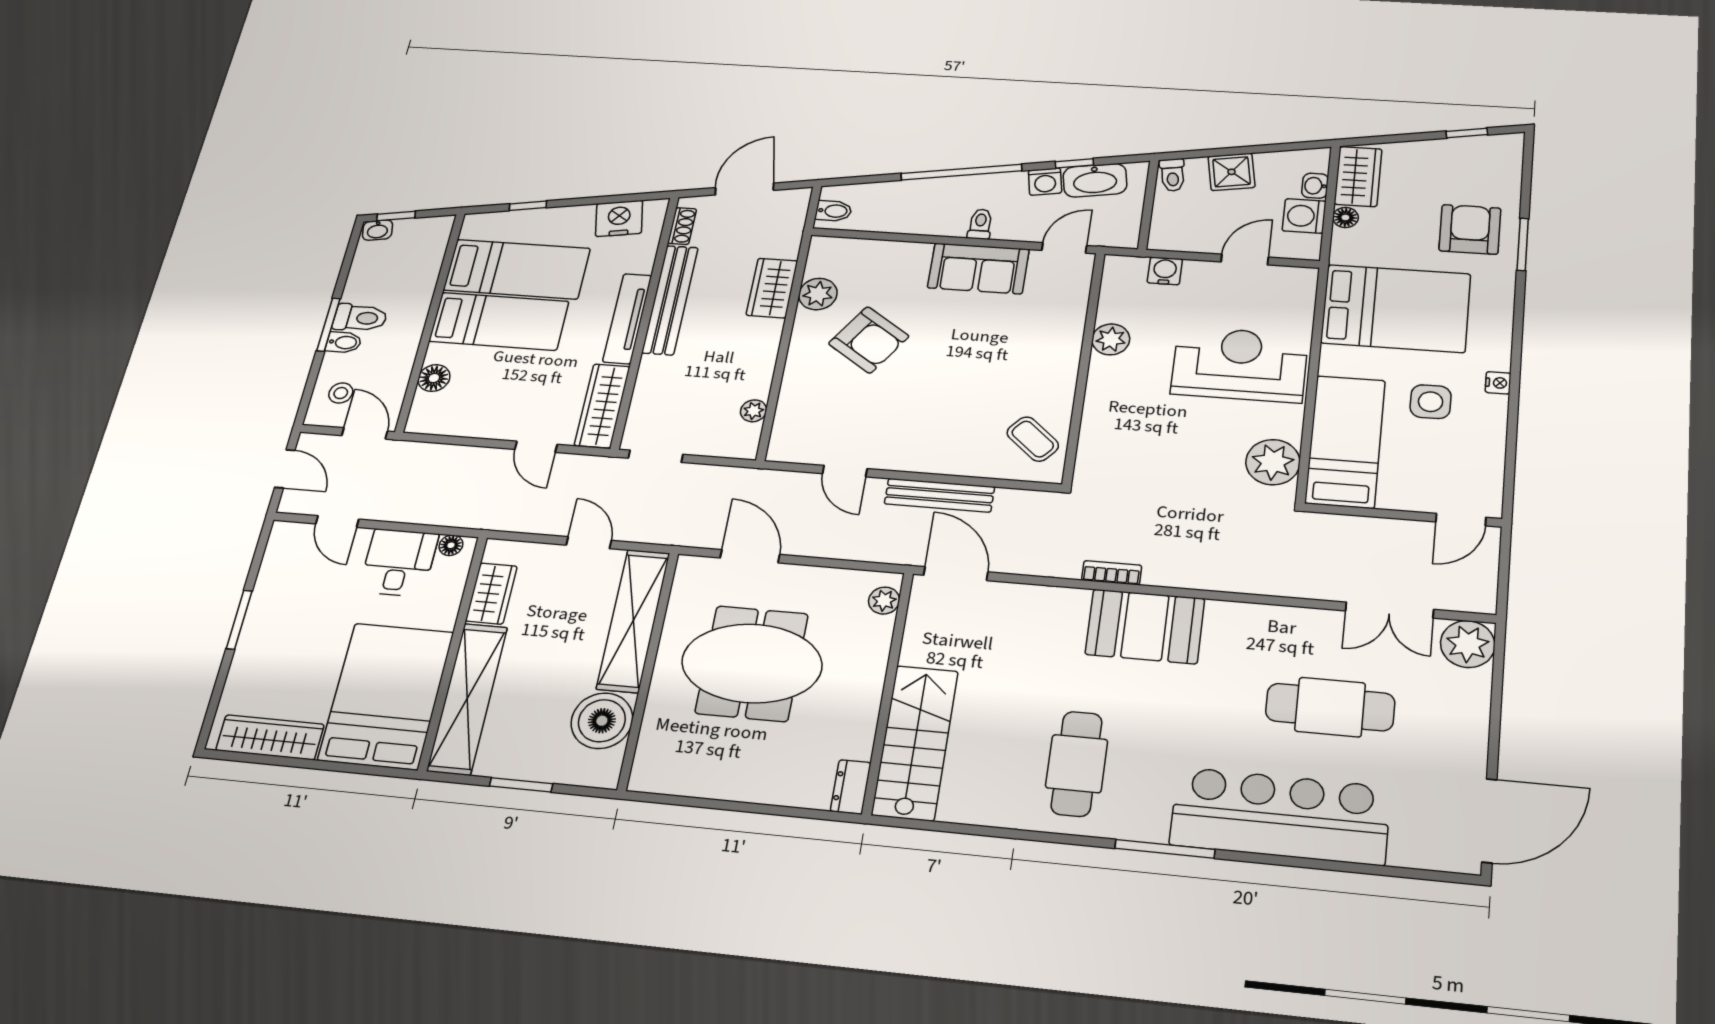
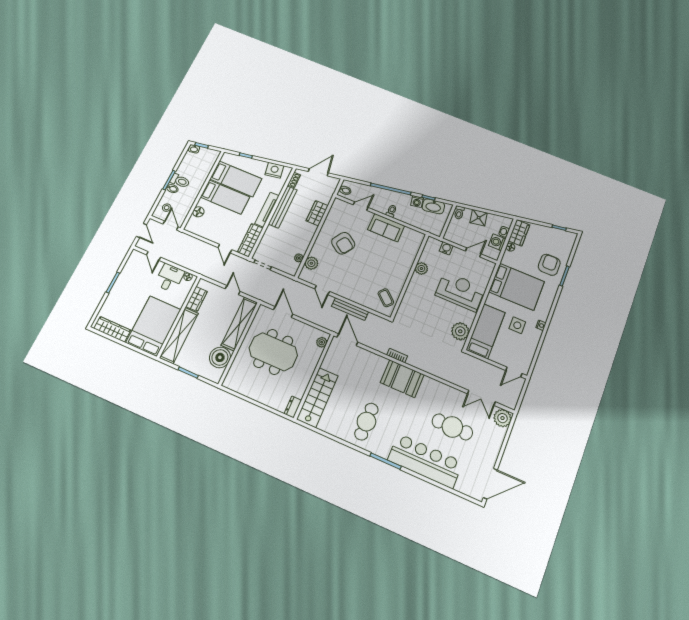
door: (1064, 248) -> (361, 206), moved
plant: (818, 294) -> (311, 263), moved

